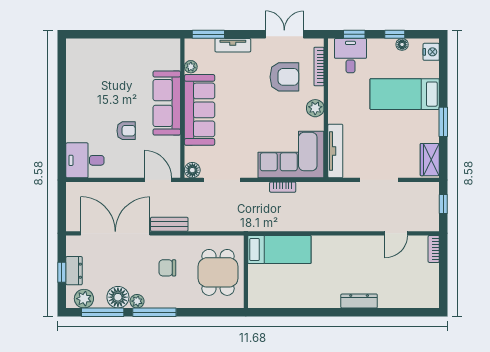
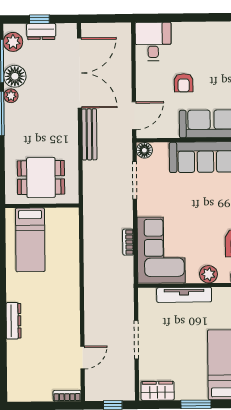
tv unit: (335, 151) -> (184, 295), moved
bench: (169, 224) -> (89, 134), width x1.36
door: (396, 233) -> (82, 358), swing flipped
bed: (279, 250) -> (30, 240), moved
chair: (167, 268) -> (45, 126), removed

